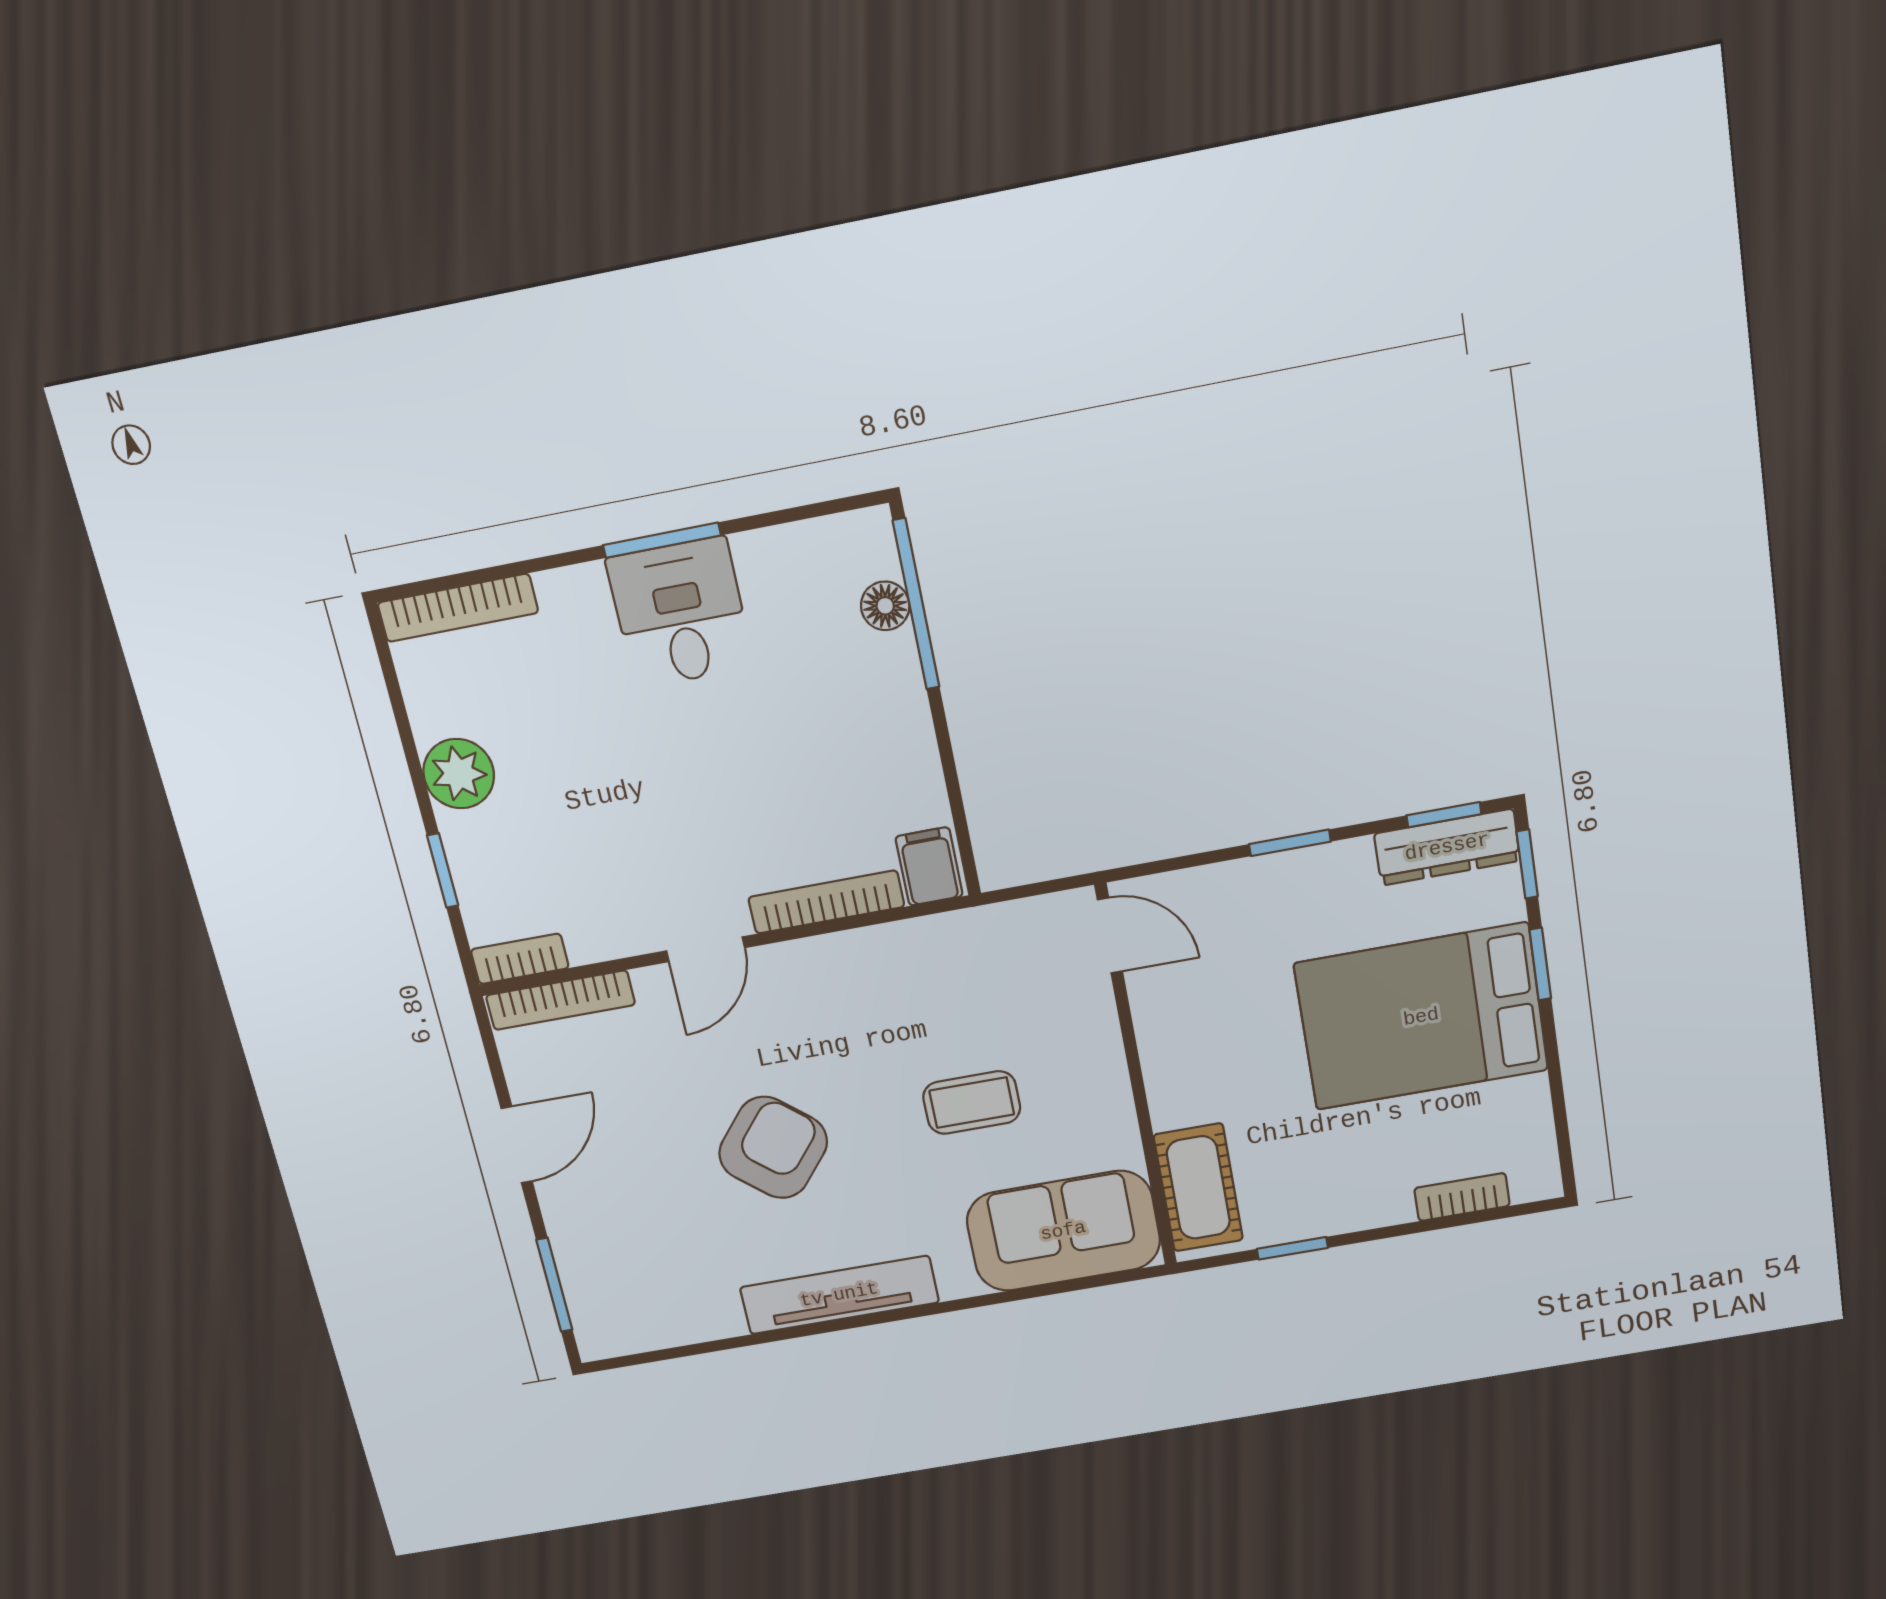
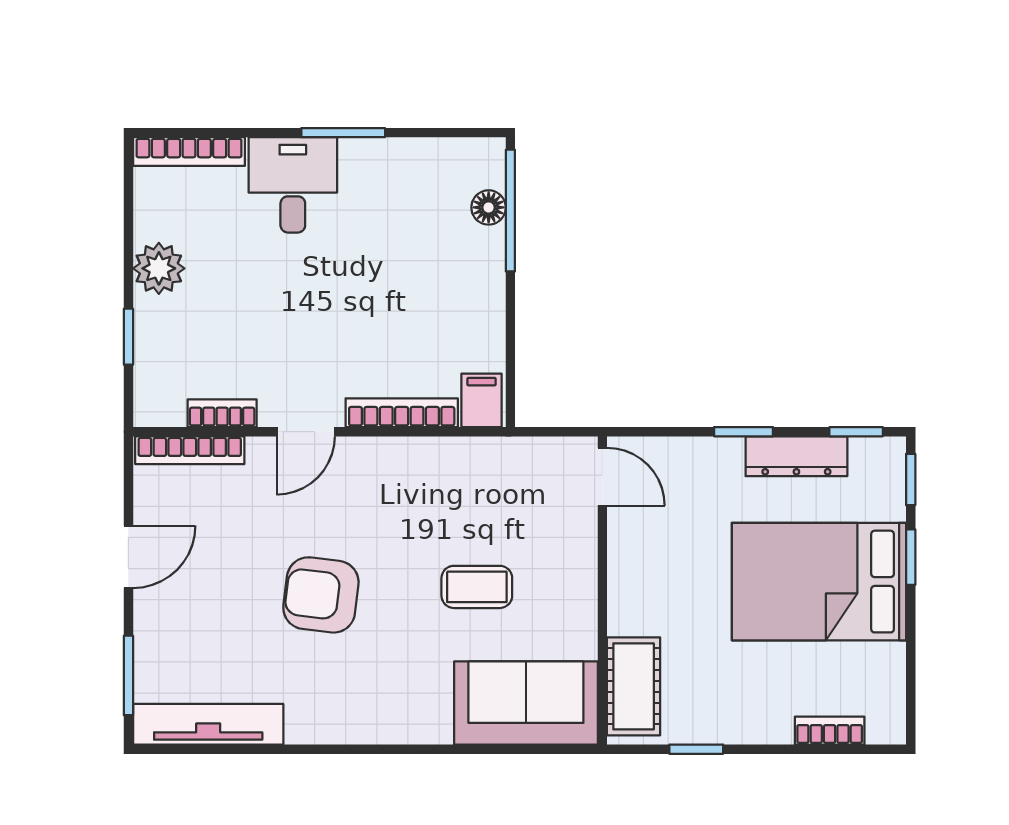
desk: (680, 613) -> (293, 185), moved
dresser: (1447, 847) -> (796, 456), moved
bookcase: (520, 959) -> (222, 413), moved
armchair: (773, 1148) -> (321, 595), turned -123
tv unit: (839, 1295) -> (208, 724), moved

